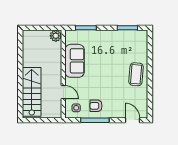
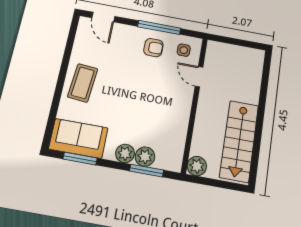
plant: (88, 36) -> (145, 157), added
plant: (101, 36) -> (125, 153), added
sofa: (75, 61) -> (78, 138), moved, turned 90
stairs: (32, 92) -> (239, 141), moved

